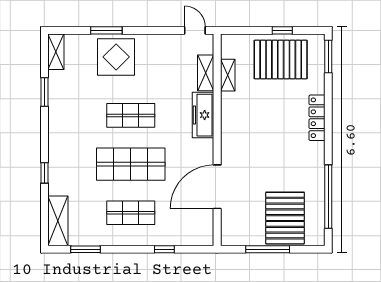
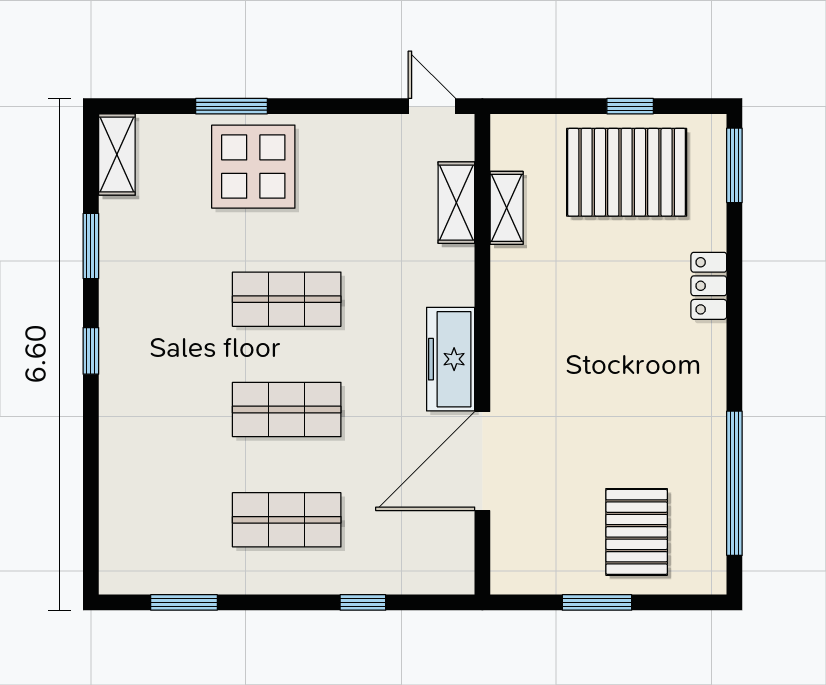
freezer: (203, 115) -> (451, 359), moved
locker: (317, 118) -> (709, 286), width x0.66
shop shelf: (131, 164) -> (287, 409), width x0.70, depth x0.74
window: (44, 173) -> (91, 351), moved
pallet: (285, 218) -> (637, 532), width x0.73, depth x0.71
shelving: (58, 221) -> (121, 538), removed
window: (268, 249) -> (597, 602), width x0.69

